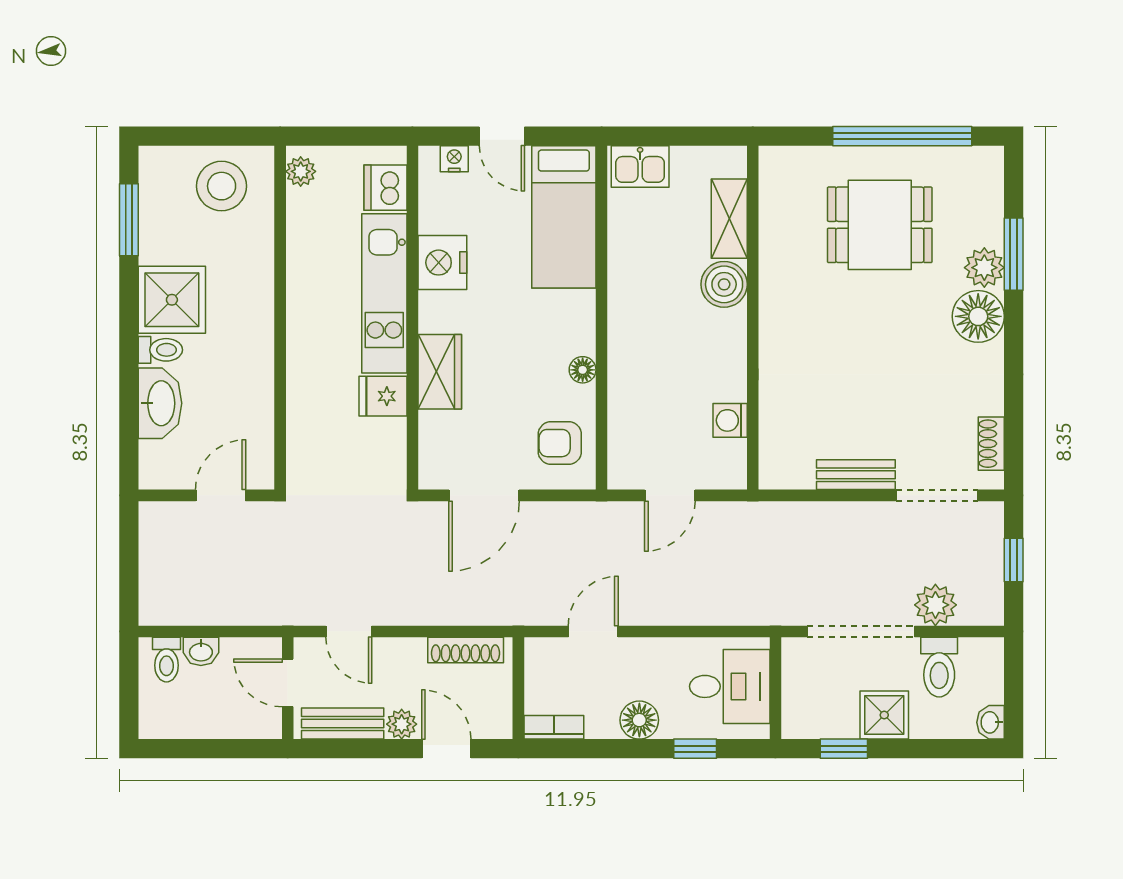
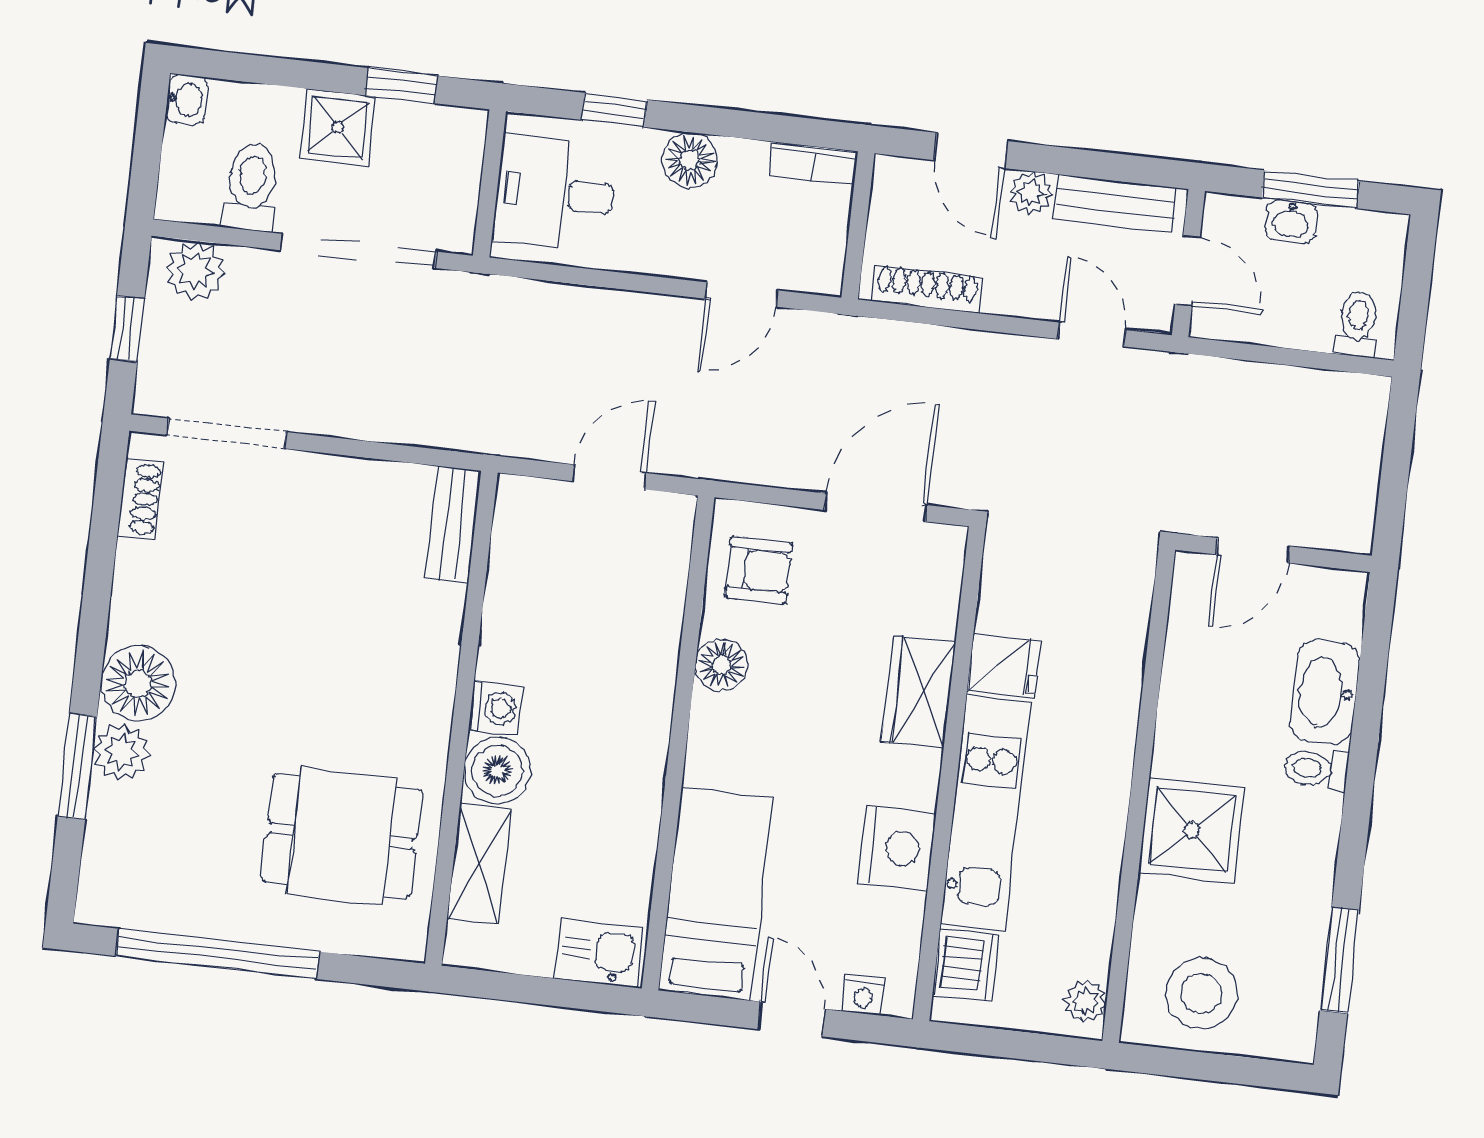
dining table: (880, 225) -> (342, 836), moved
shower: (172, 300) -> (1192, 830), moved
floor lamp: (583, 370) -> (722, 665), width x1.37, depth x1.37
washing machine: (730, 420) -> (495, 708), moved
bench: (856, 475) -> (454, 524), moved, turned 90
plant: (935, 605) -> (195, 271), moved
washbasin: (201, 651) -> (1291, 221), moved, turned 180
window: (209, 749) -> (1311, 189), added

